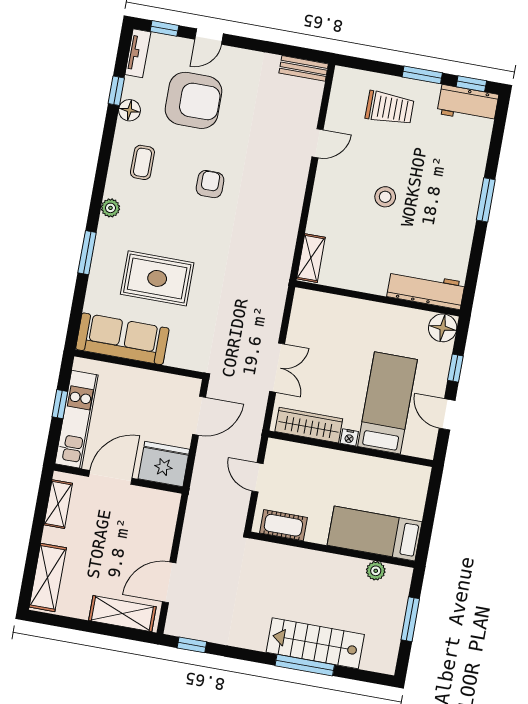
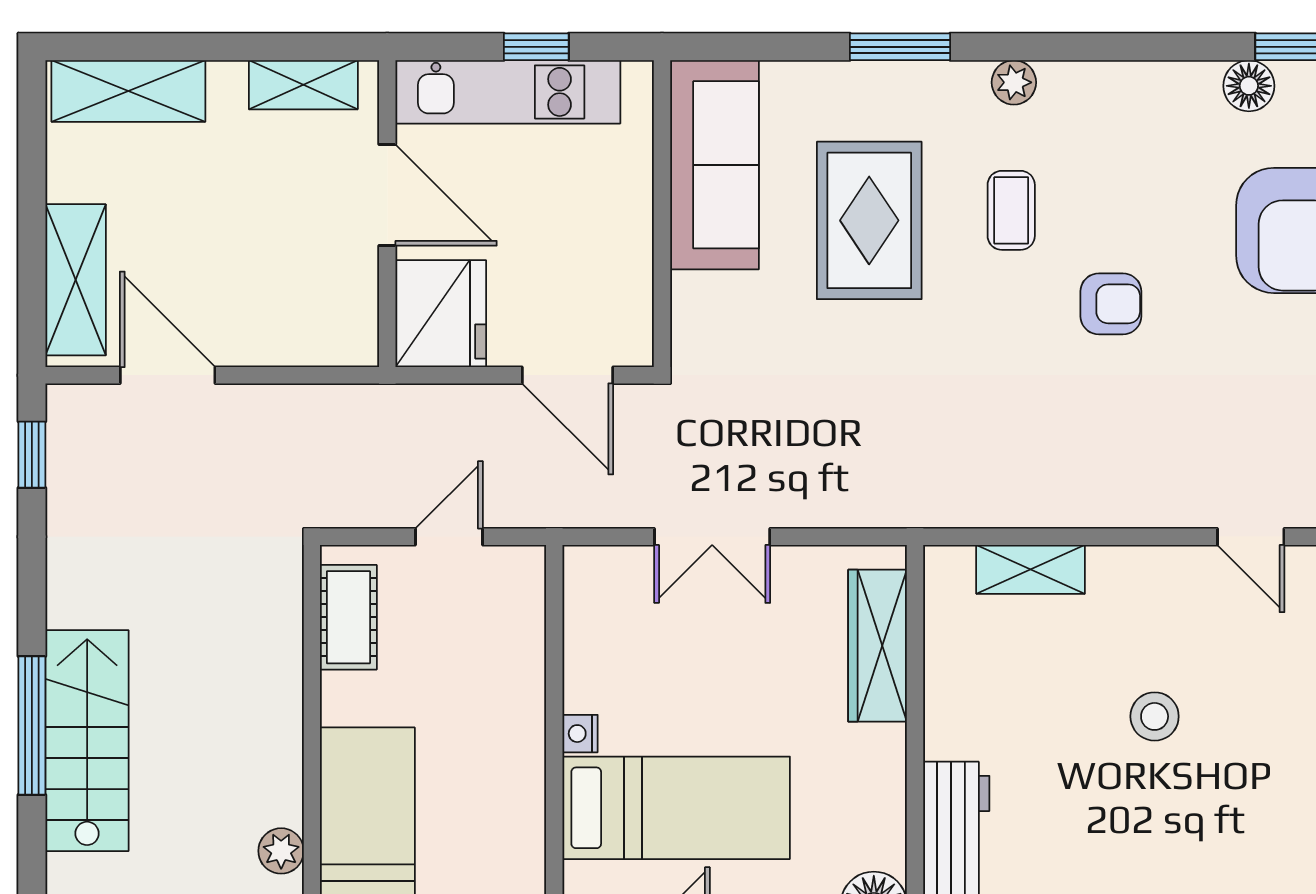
coffee table: (142, 162) -> (1011, 210), moved, turned 90
shelving: (311, 258) -> (1031, 569), moved
wardrobe: (309, 425) -> (878, 646), moved, turned 180

